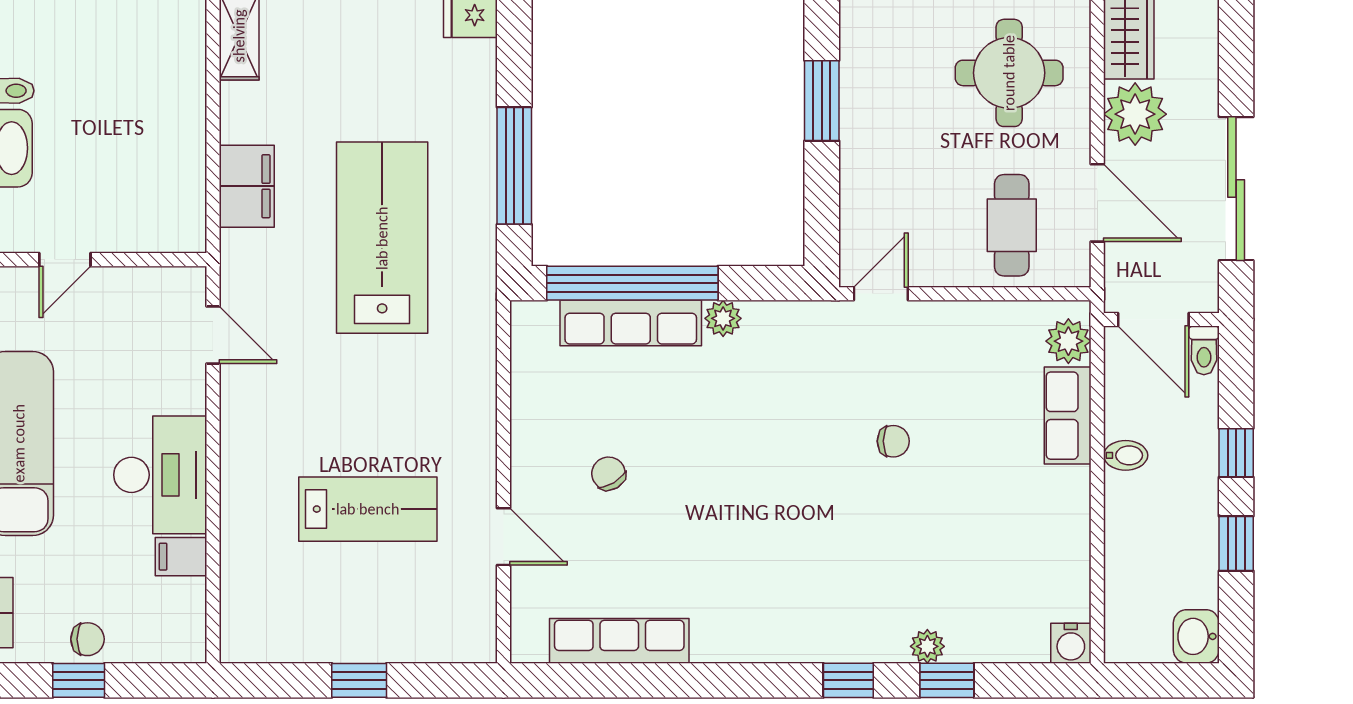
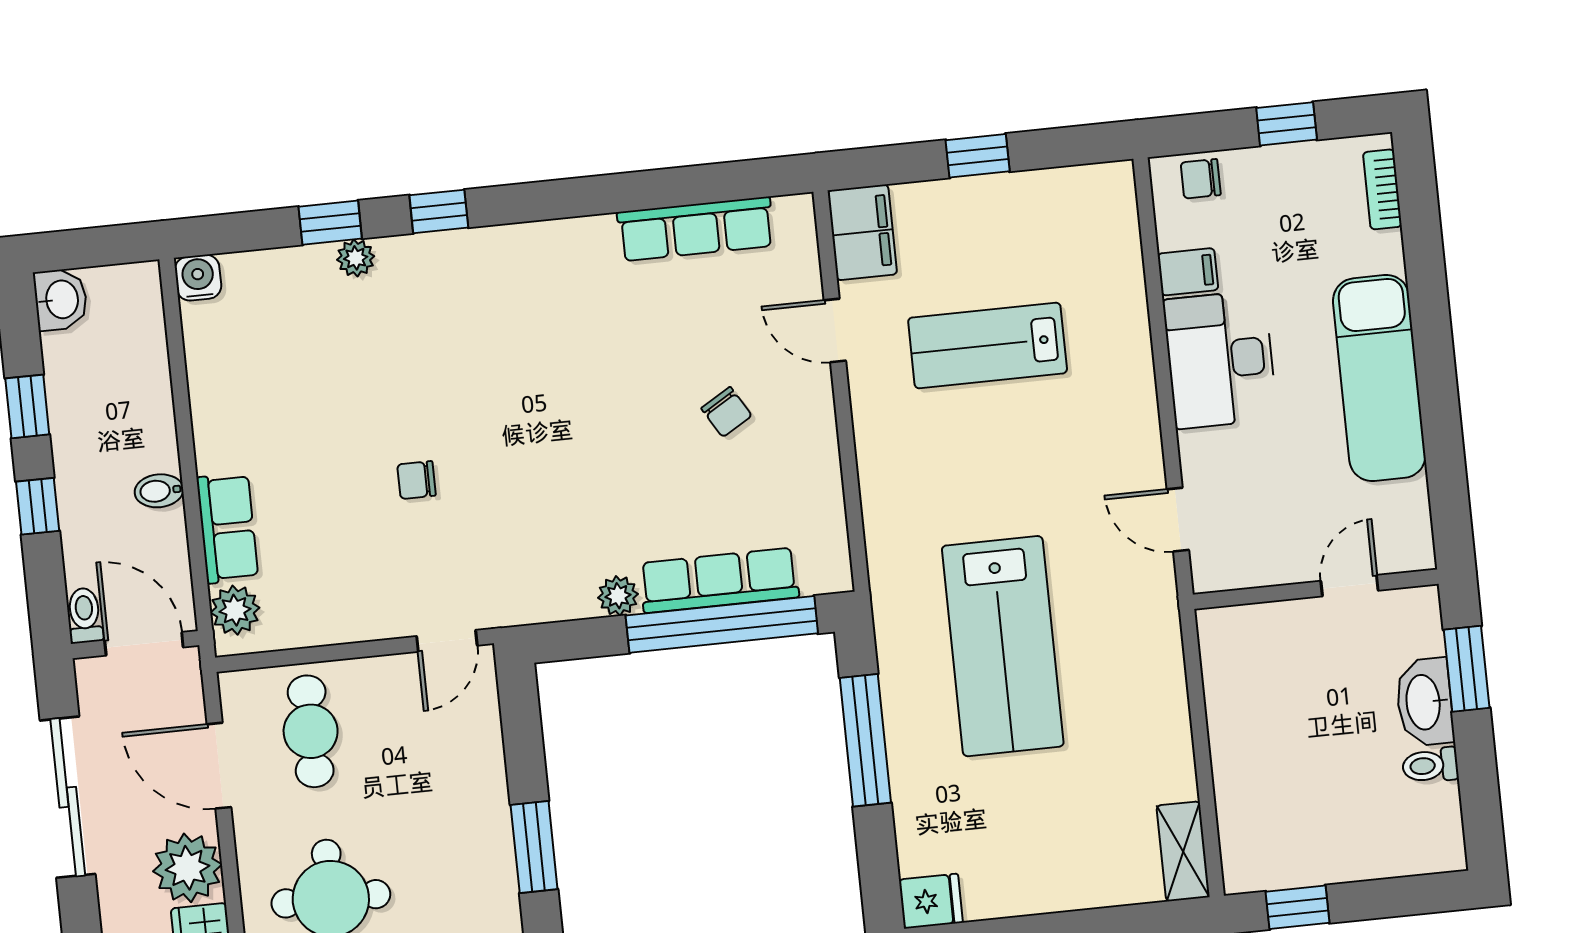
filing cabinet: (247, 186) -> (862, 232), moved, turned 180
chair: (87, 639) -> (1201, 179), moved

